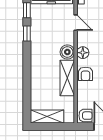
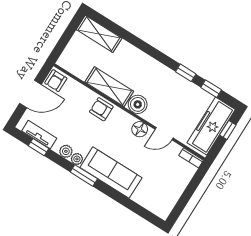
floor lamp: (83, 53) -> (140, 129), moved
shelving: (47, 116) -> (99, 34), moved, turned 90

